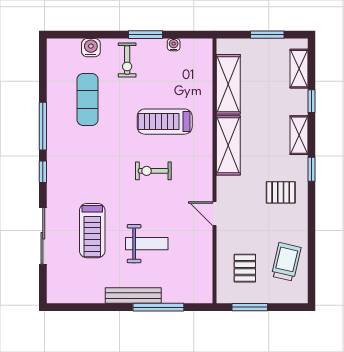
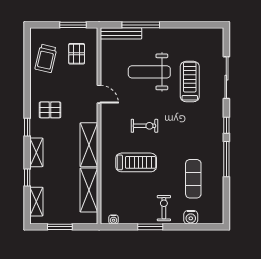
water cooler: (174, 45) -> (114, 219), moved
weight bench: (147, 244) -> (149, 72), width x1.36, depth x1.33
bench: (133, 296) -> (121, 33), moved

